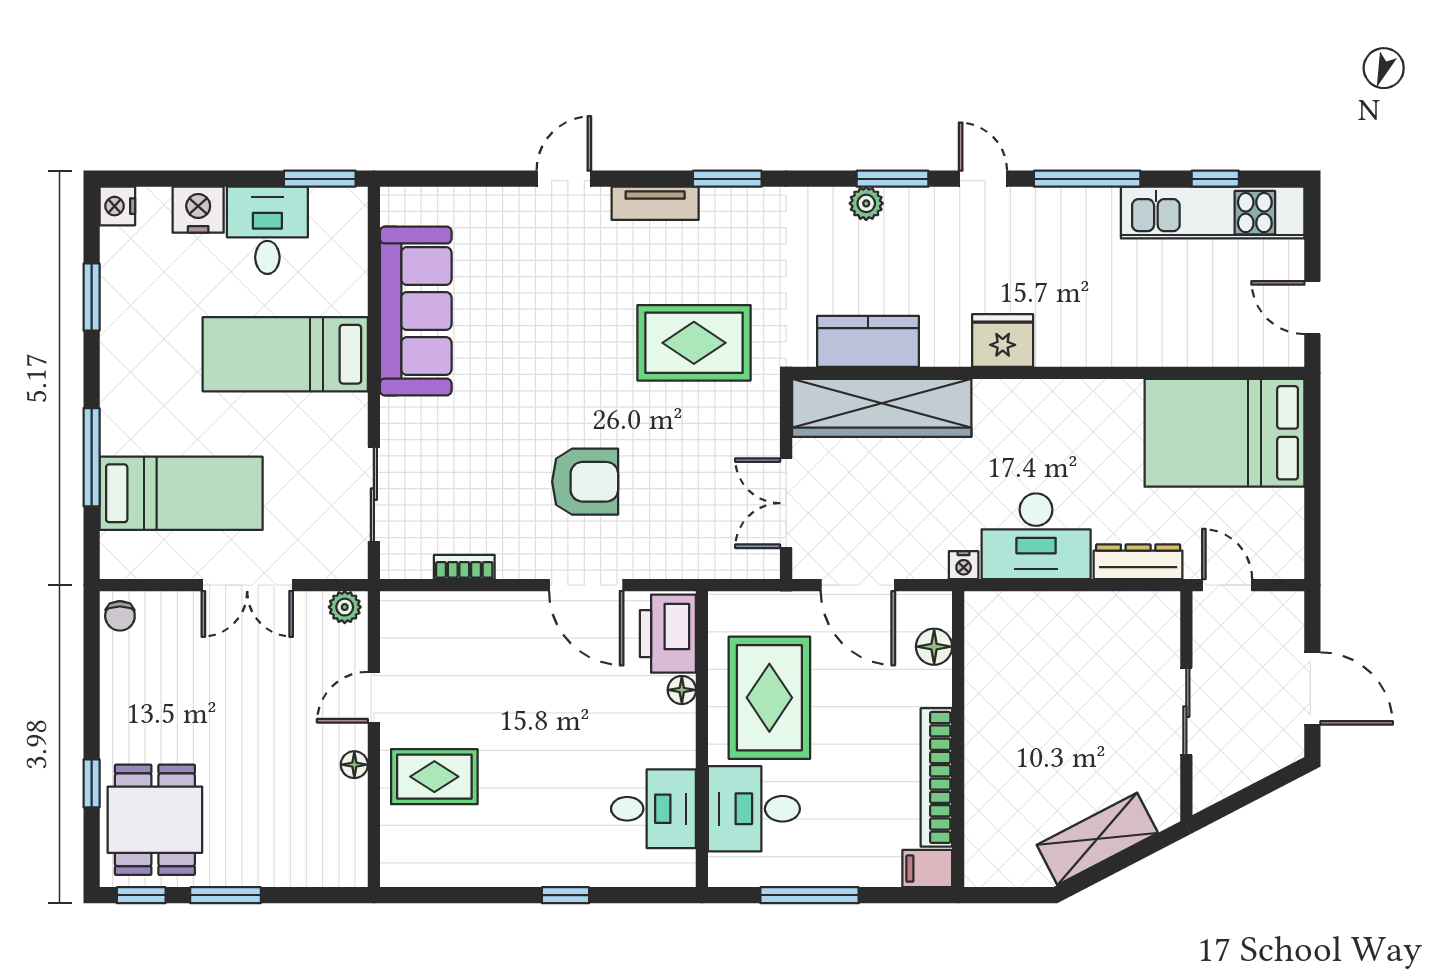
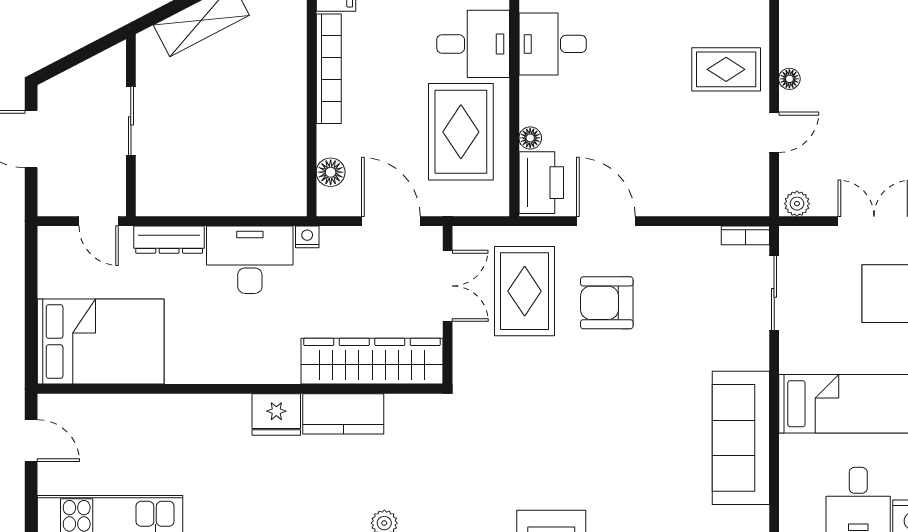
kitchen counter: (868, 341) -> (343, 414), moved
rug: (694, 343) -> (525, 291), moved, turned 90
bookcase: (464, 567) -> (745, 235), moved

